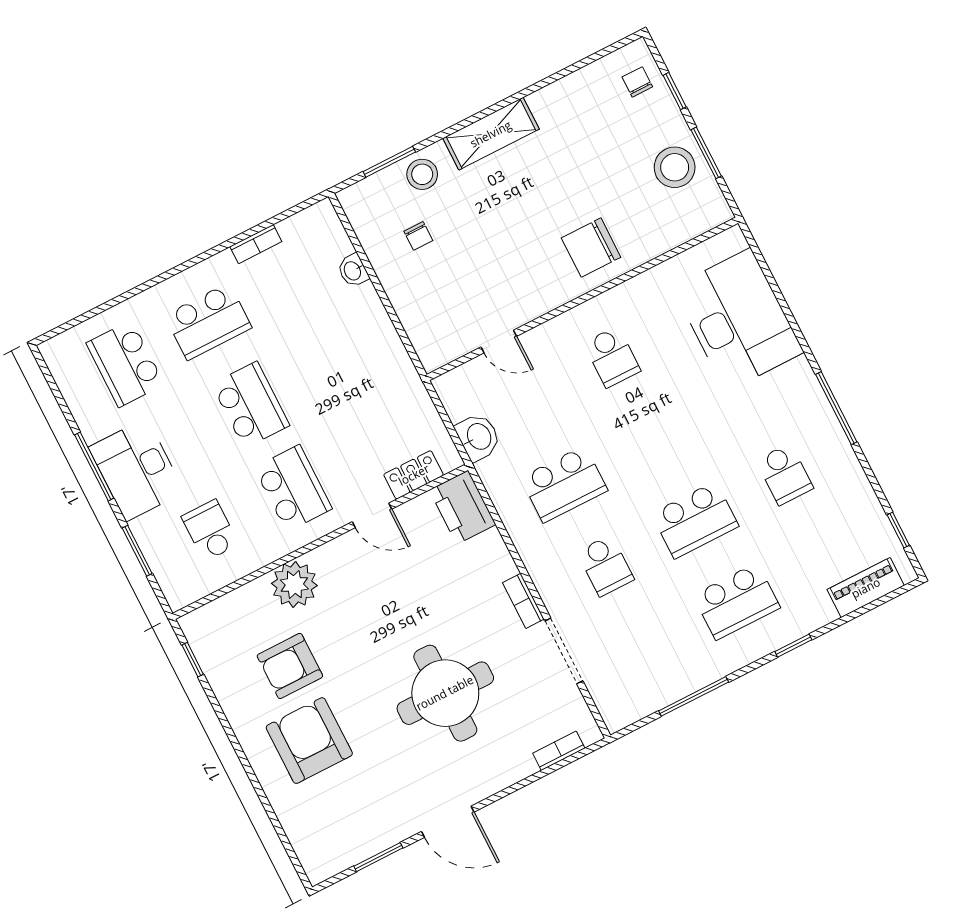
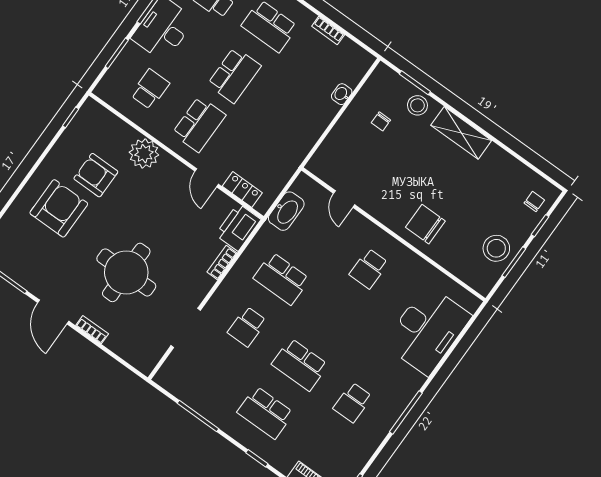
washbasin: (478, 437) -> (286, 211), width x1.38
bookcase: (523, 601) -> (222, 263), moved
bookcase: (559, 751) -> (92, 330), moved

